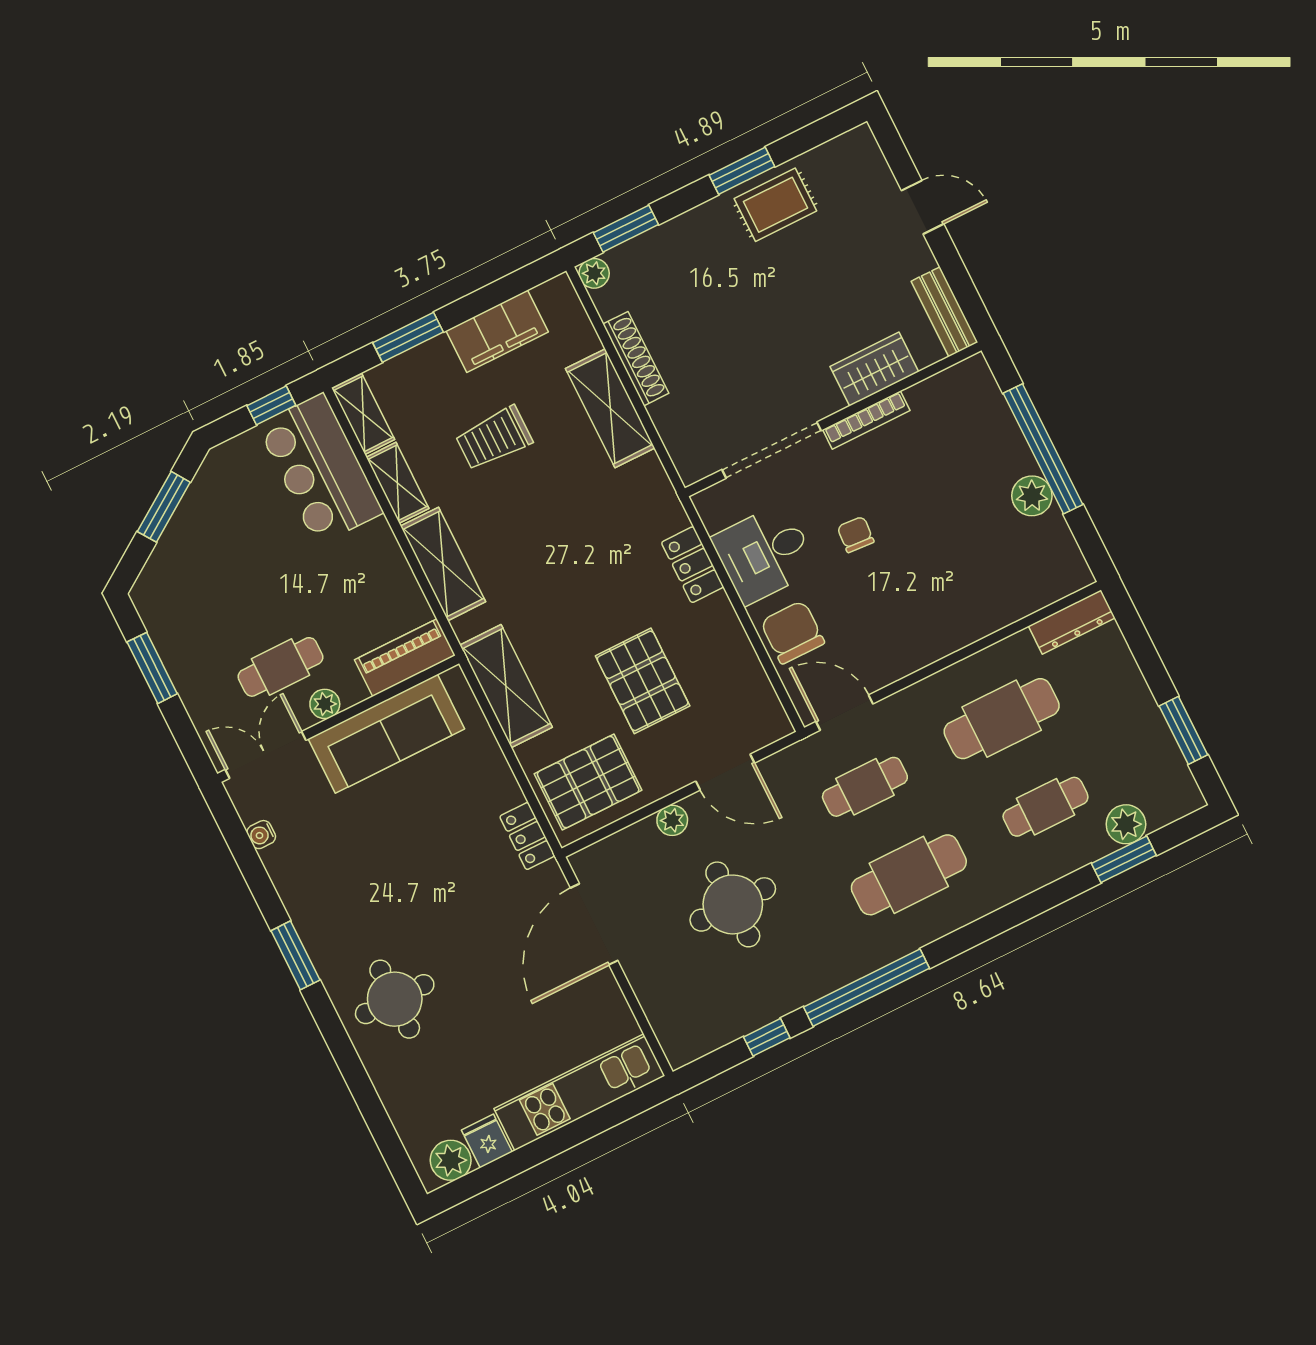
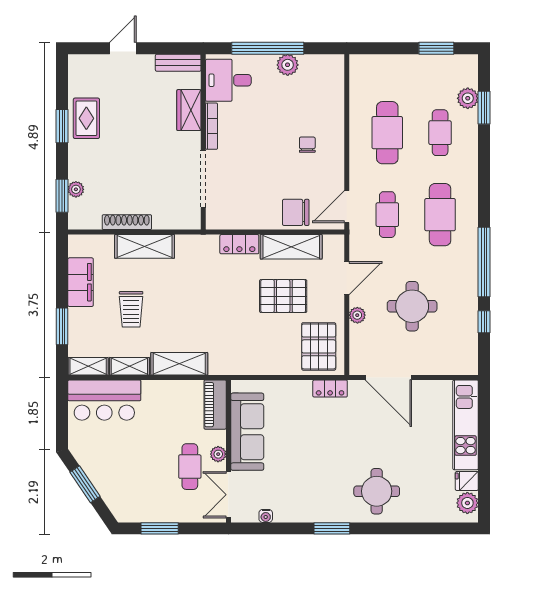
plant: (594, 273) -> (76, 189), moved
window: (271, 405) -> (62, 408), removed
chair: (856, 534) -> (307, 145), moved, turned 86
desk: (765, 554) -> (228, 80), moved, turned 90
dresser: (1072, 622) -> (358, 76), removed
shelving: (506, 686) -> (291, 247), moved

